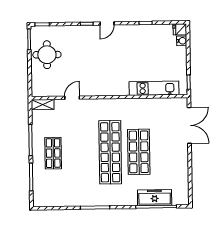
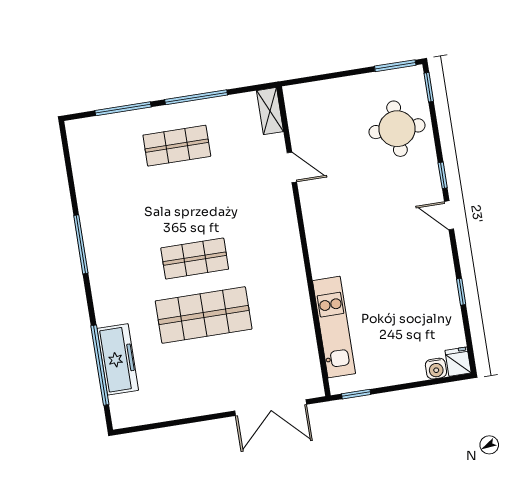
round table: (47, 55) -> (397, 129), moved
shop shelf: (110, 152) -> (195, 259), width x0.50, depth x0.74

